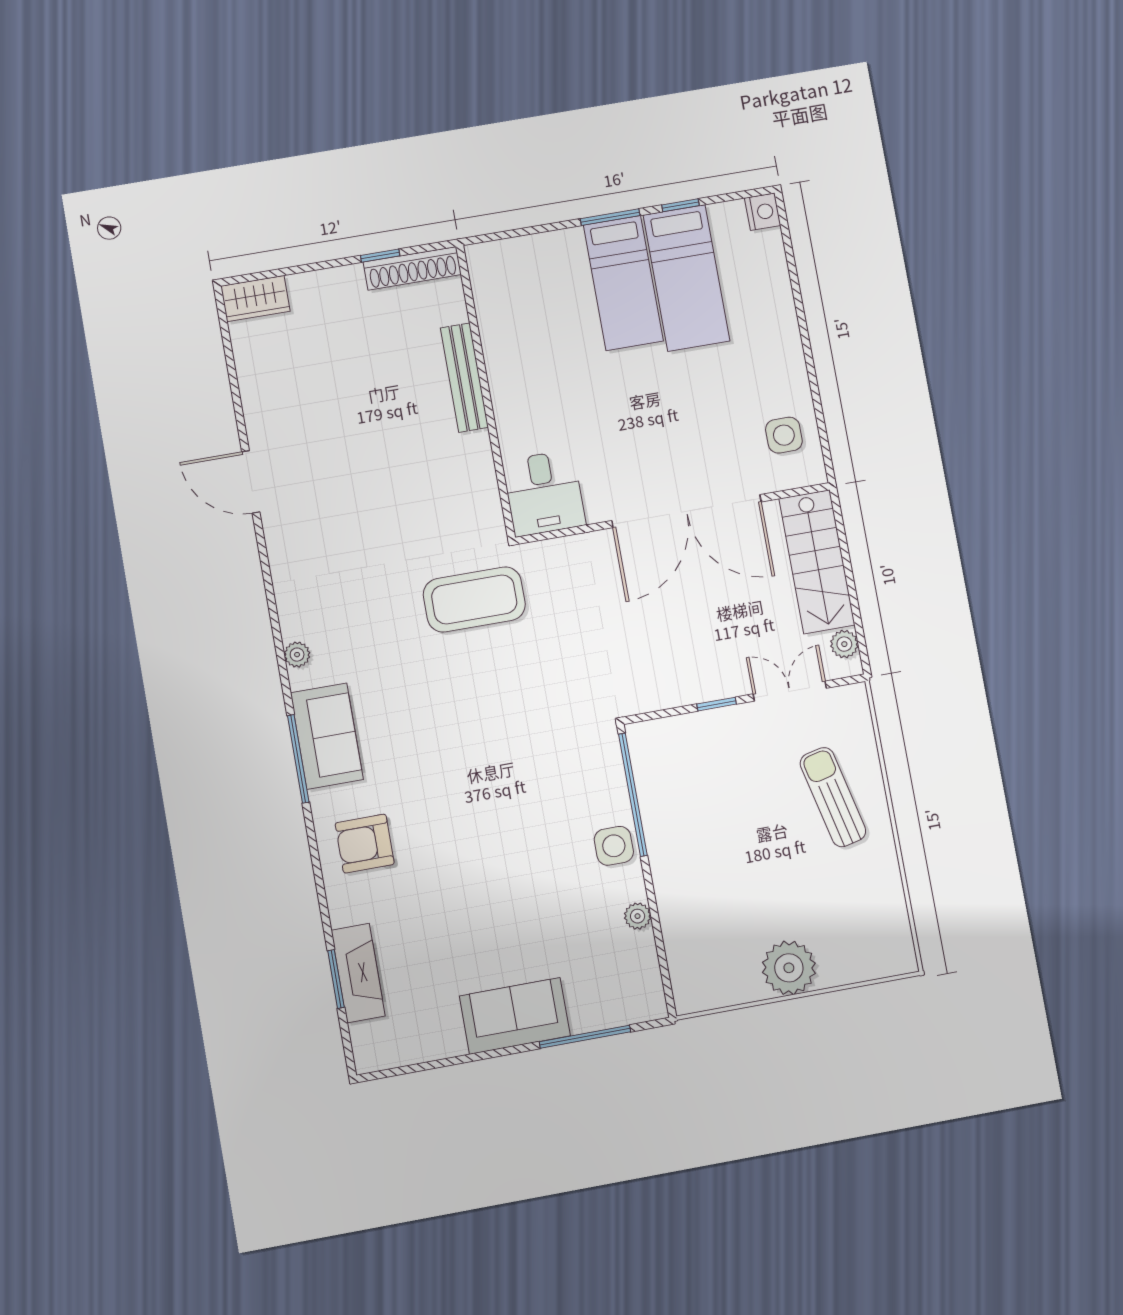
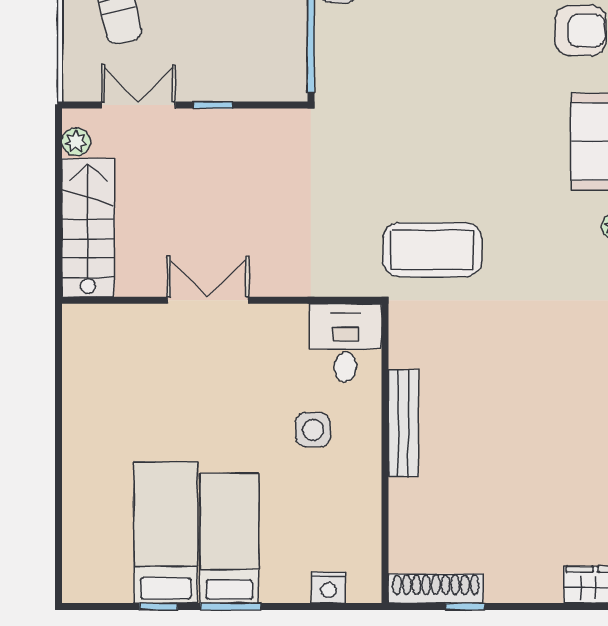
nightstand: (763, 212) -> (329, 588), moved, turned -90
bench: (464, 378) -> (403, 423), moved
side table: (784, 435) -> (313, 430), moved
double door: (687, 511) -> (208, 300), width x0.54
double door: (790, 691) -> (138, 105), swing flipped

